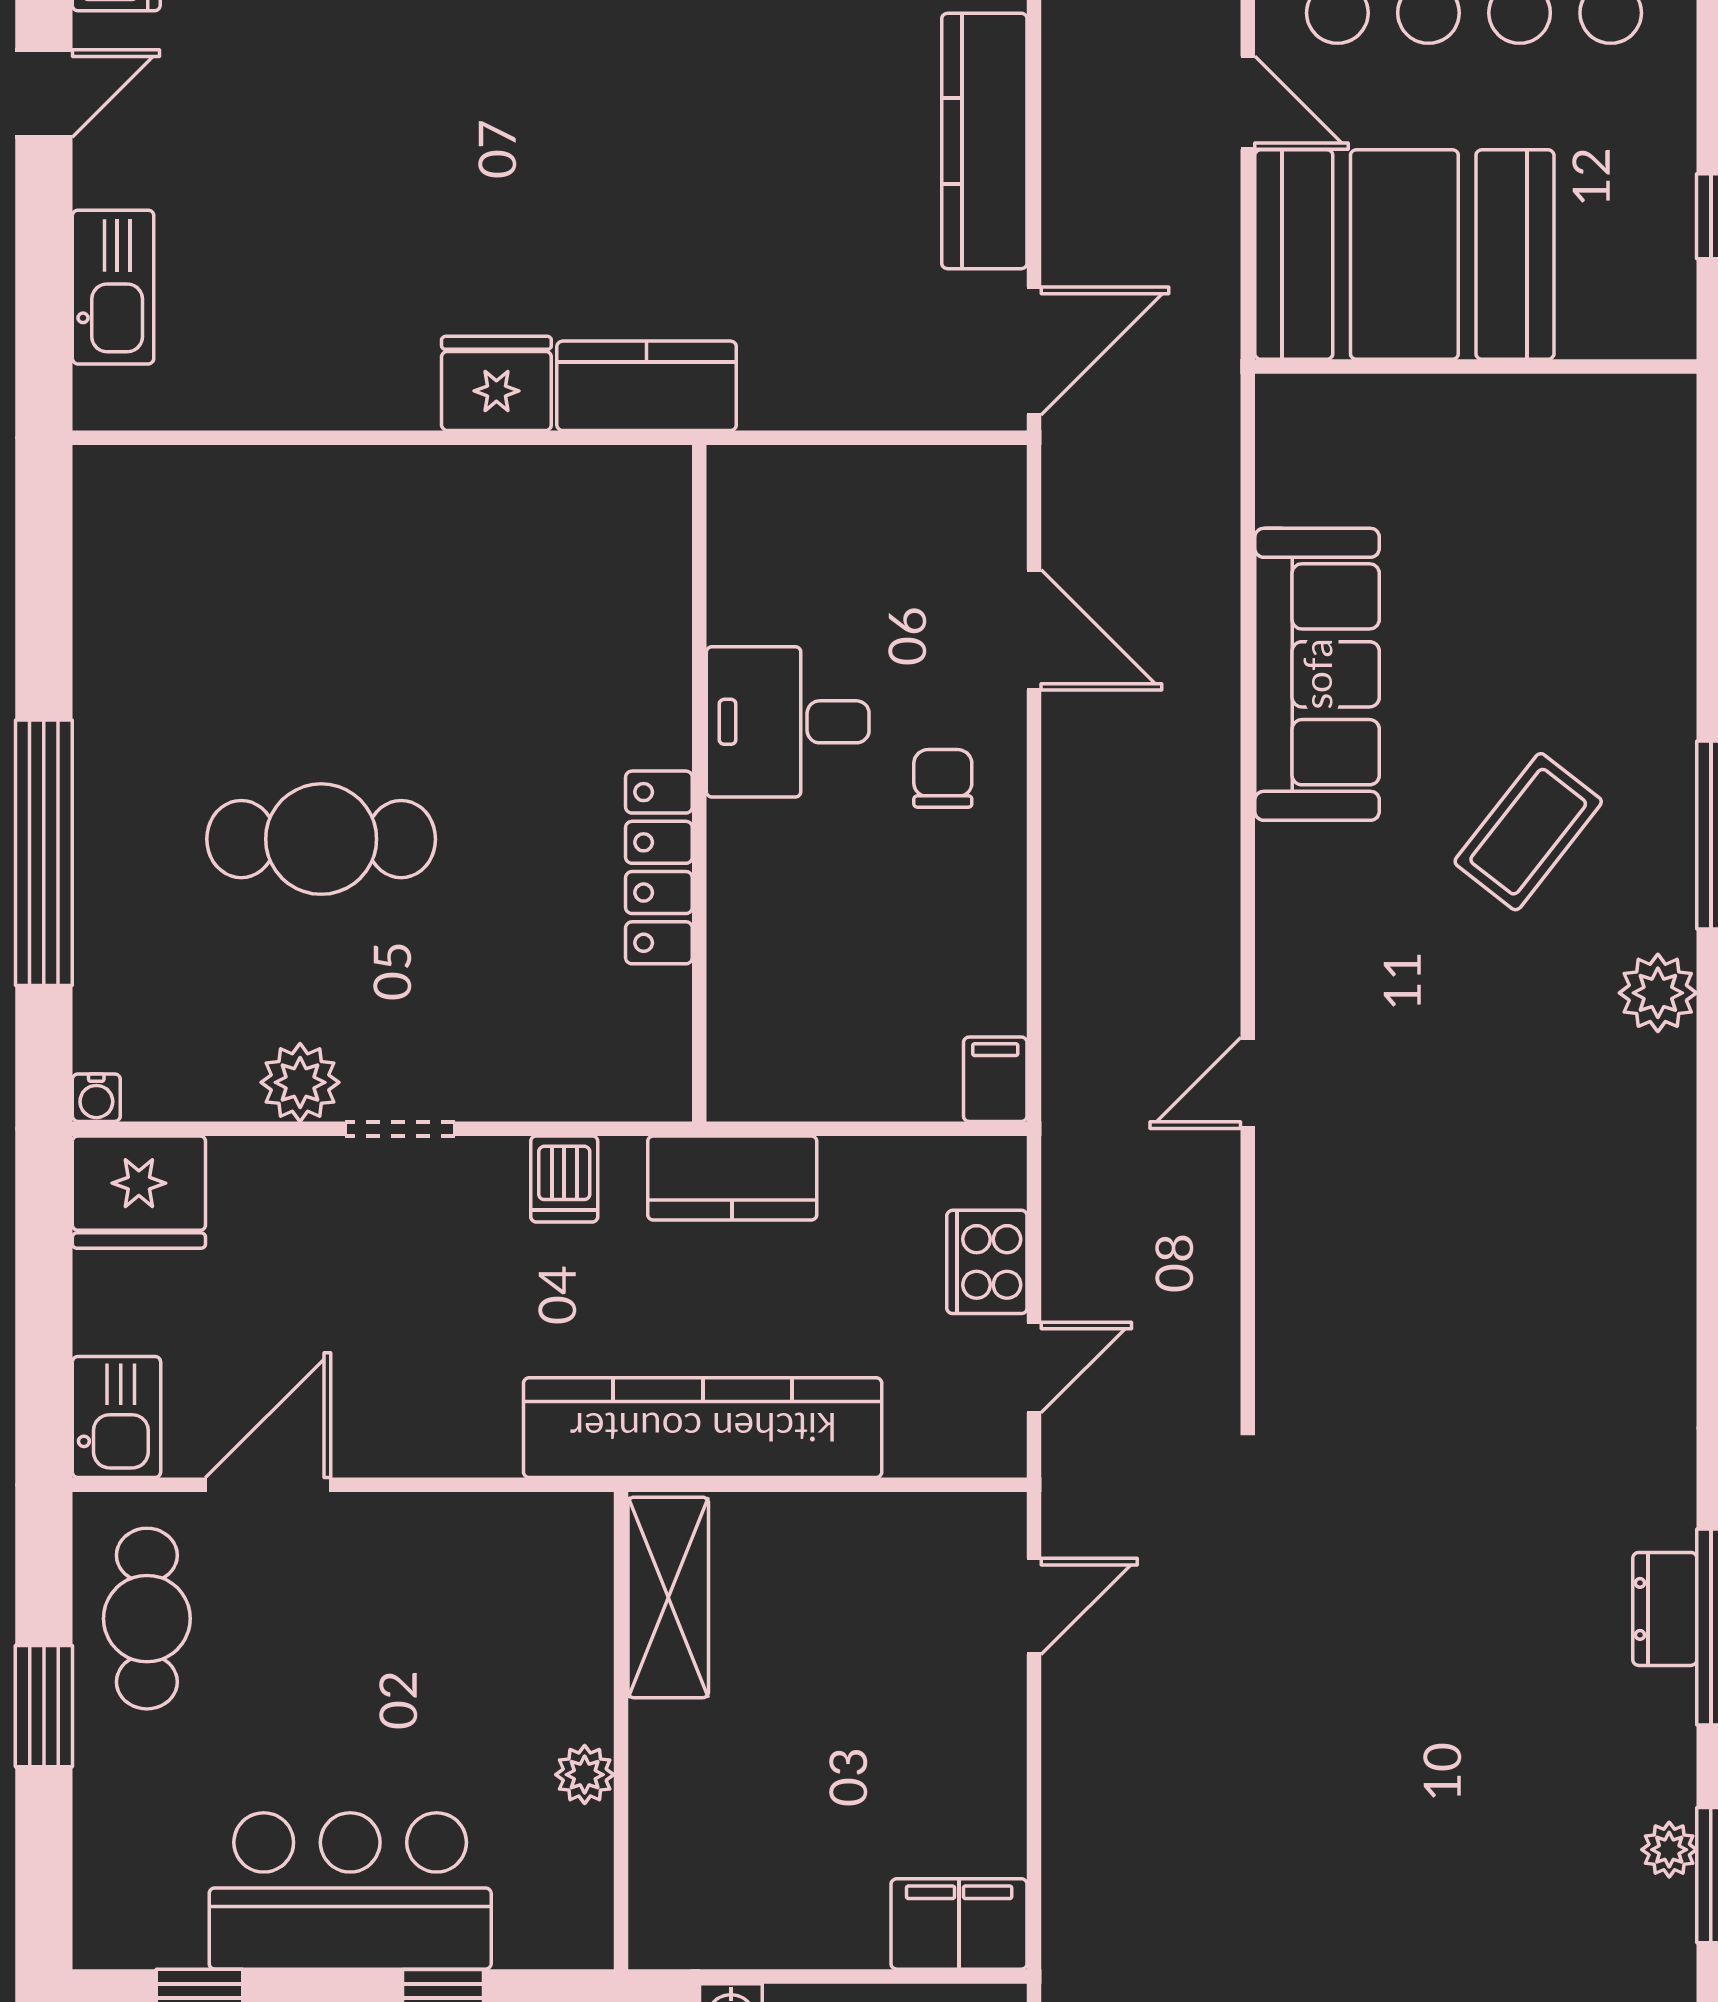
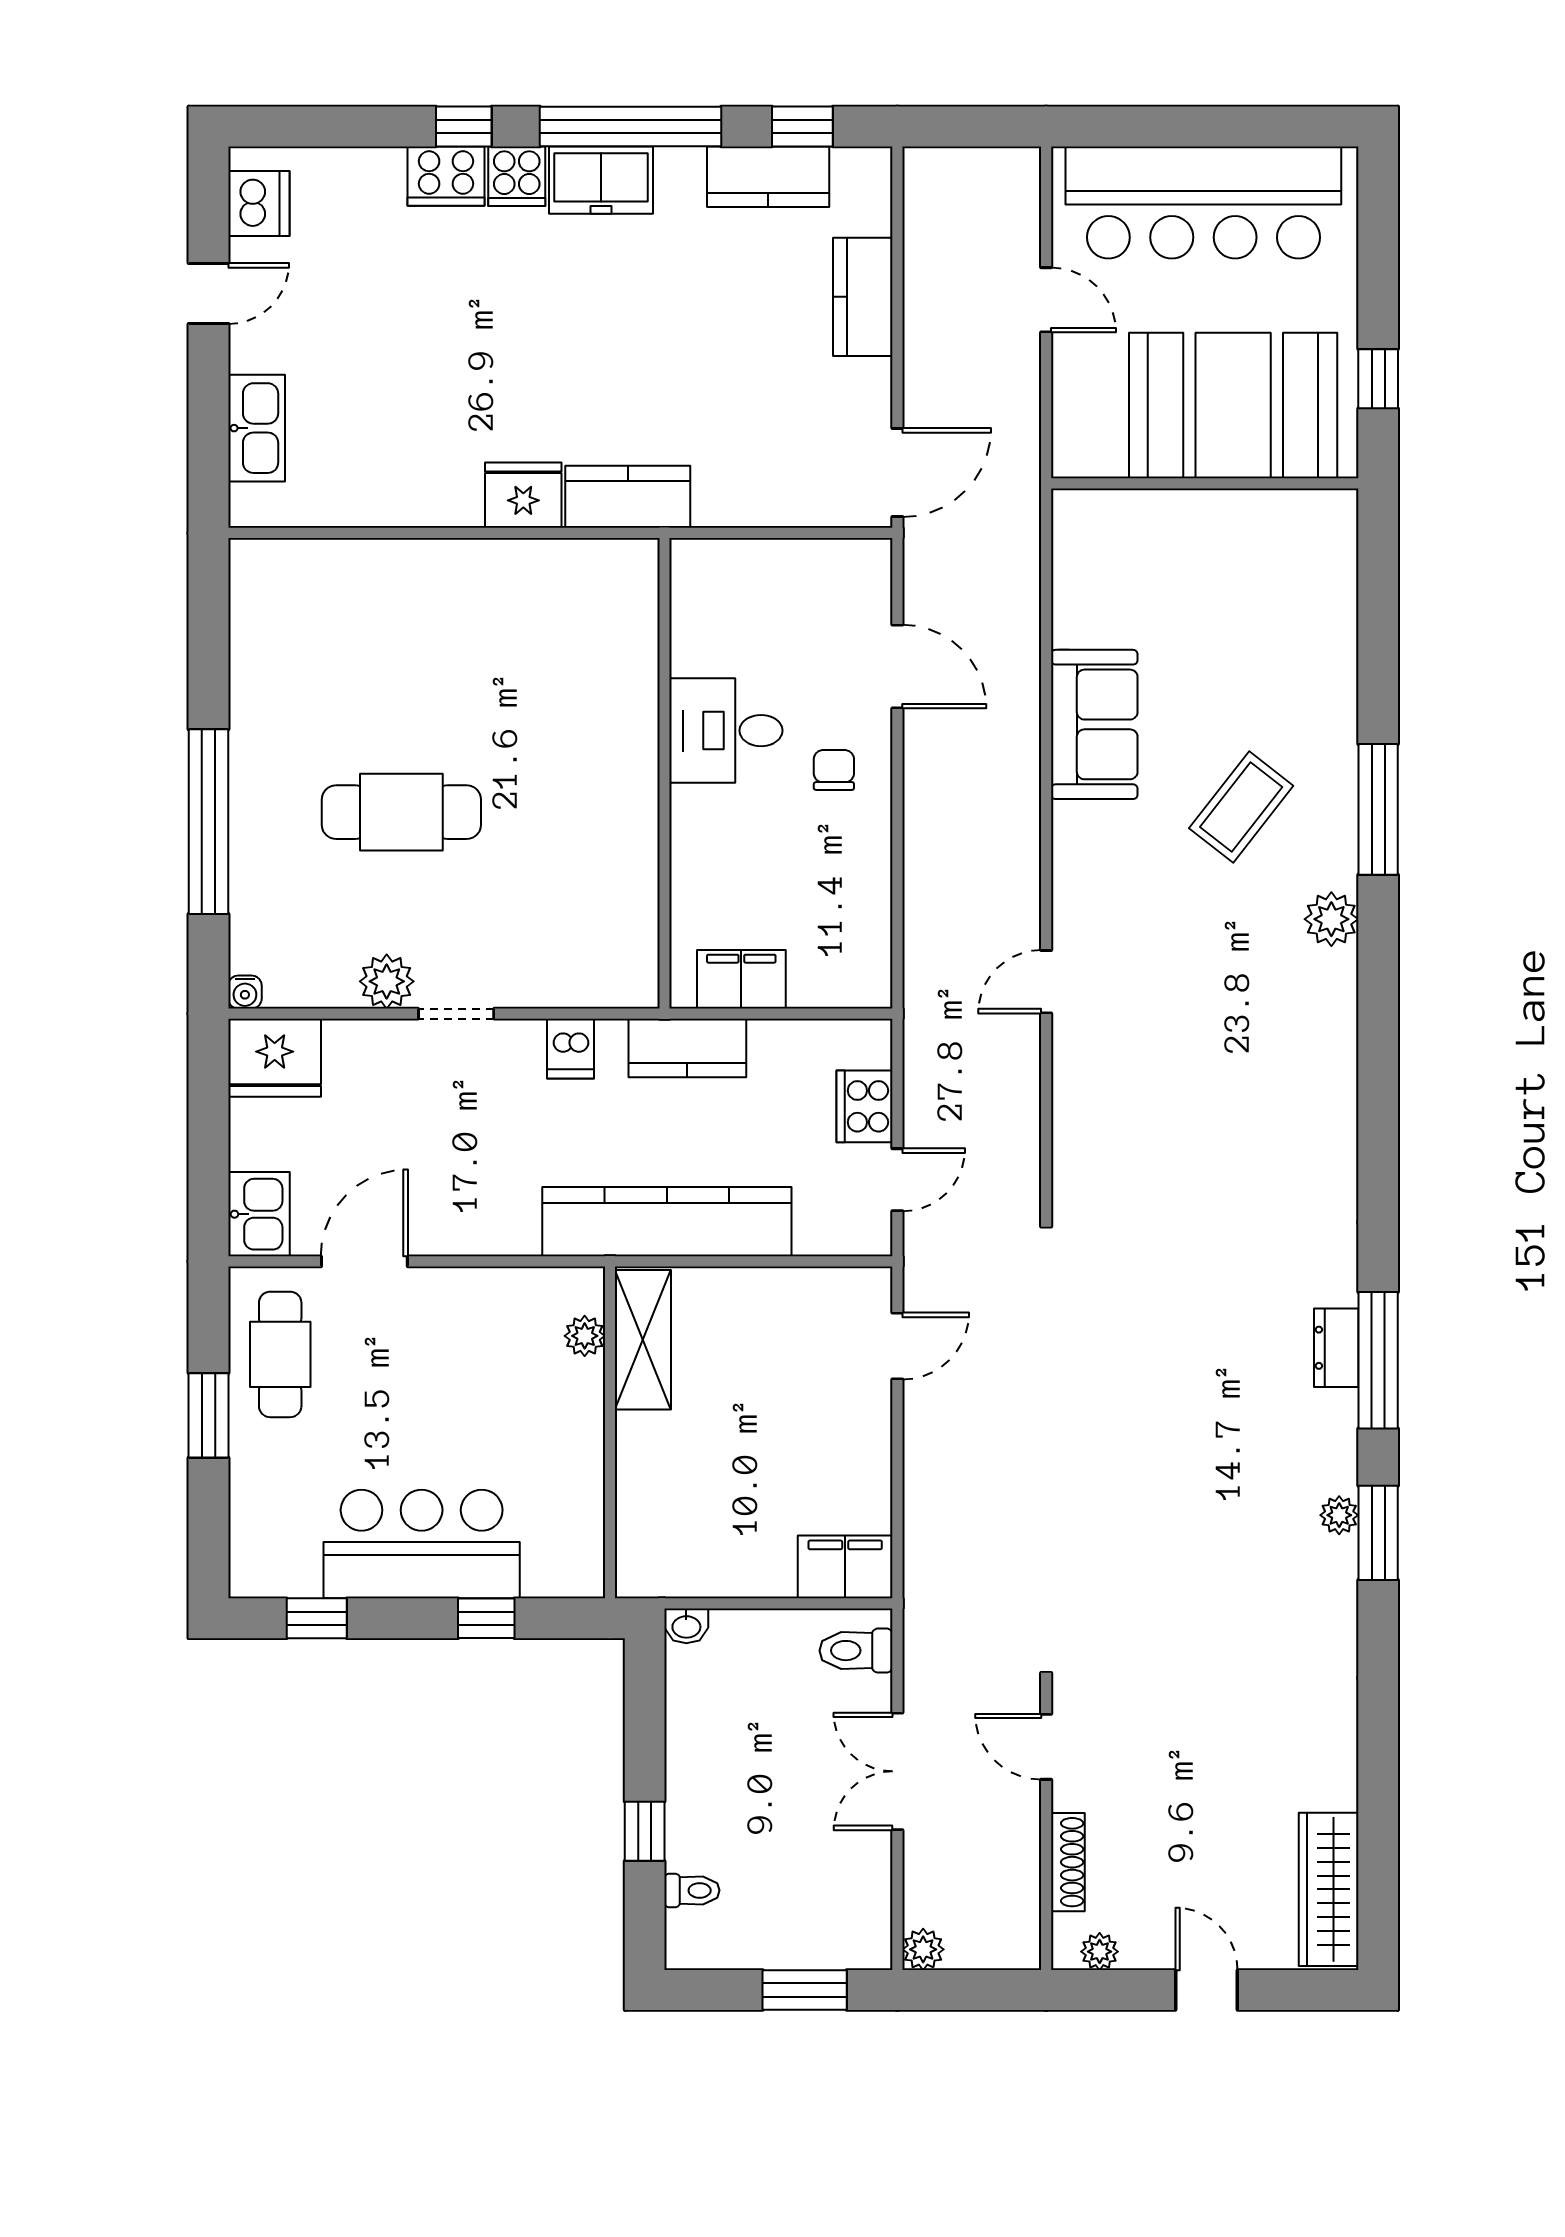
kitchen counter: (984, 141) -> (863, 297), width x0.67
booth: (1404, 255) -> (1233, 405), moved
sofa: (1317, 674) -> (1094, 724), width x0.73
locker: (659, 867) -> (636, 832), removed
filing cabinet: (995, 1079) -> (741, 979), moved, width x2.00
plant: (585, 1775) -> (585, 1336), moved

